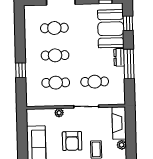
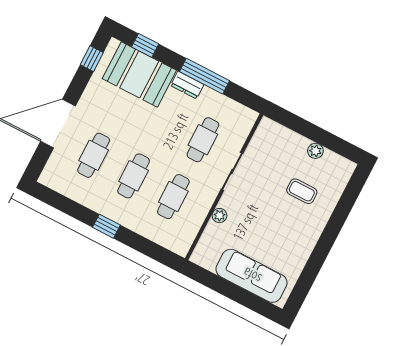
window: (21, 70) -> (106, 226), moved
fireplace: (119, 123) -> (282, 137), removed
armchair: (72, 141) -> (270, 219), removed

